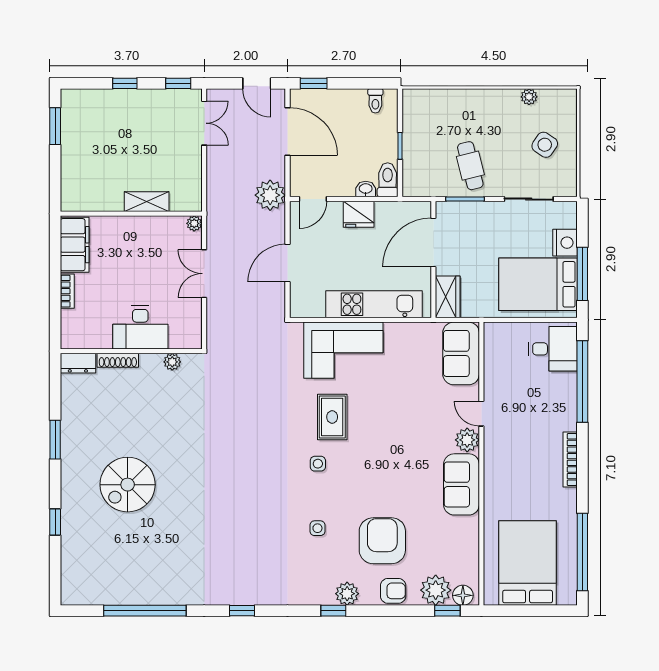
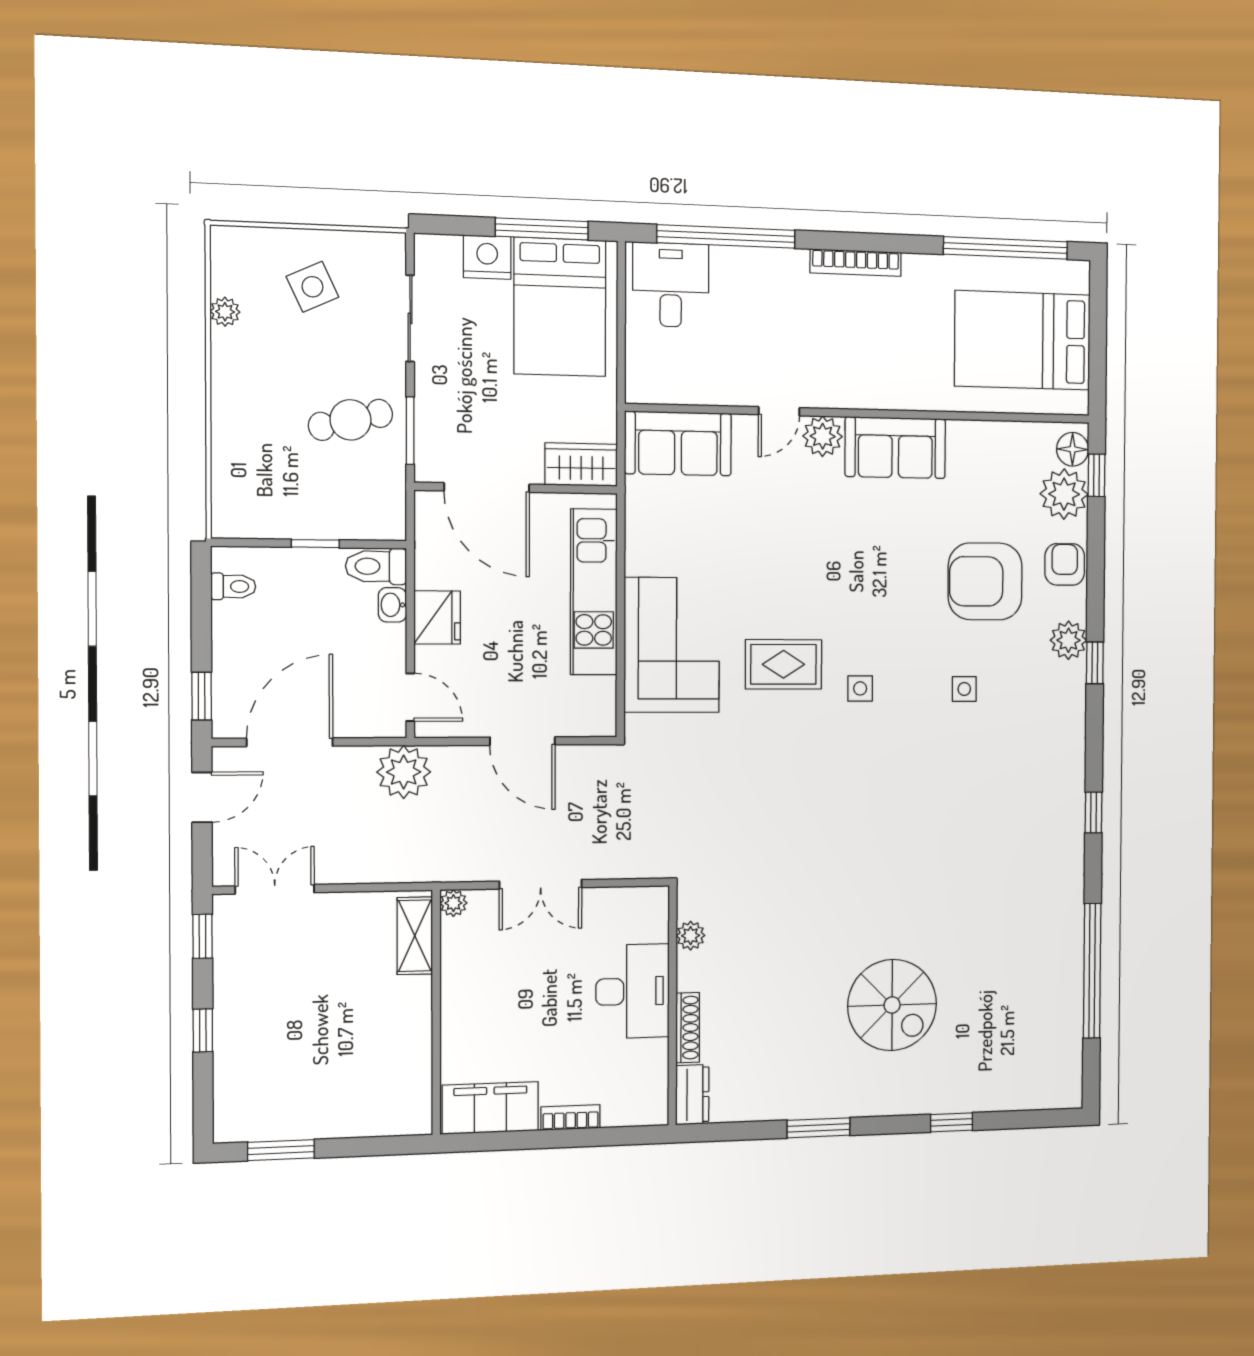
side table: (545, 145) -> (312, 287), turned 31
shelving: (147, 202) -> (415, 936), moved

